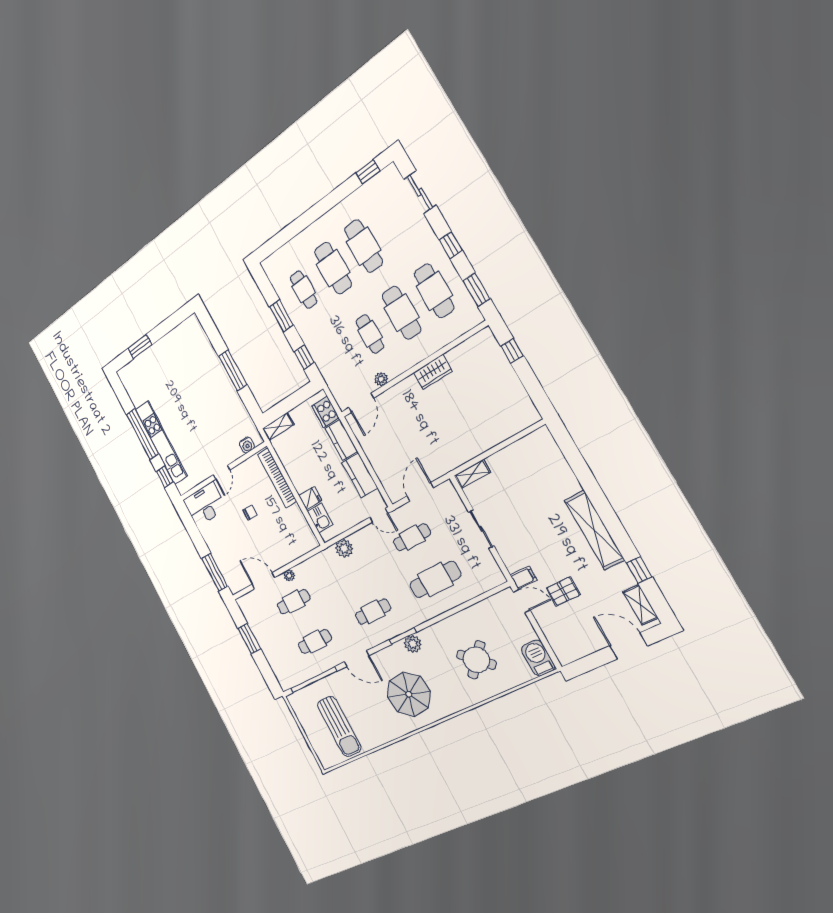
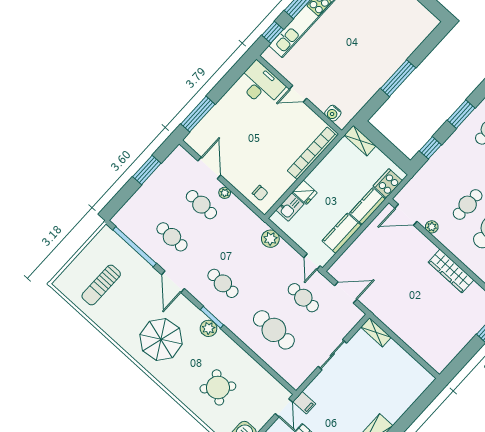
wardrobe: (433, 372) -> (451, 271), width x1.50
chair: (250, 513) -> (260, 193), moved
sun lounger: (339, 726) -> (101, 285), width x0.73, depth x0.75

